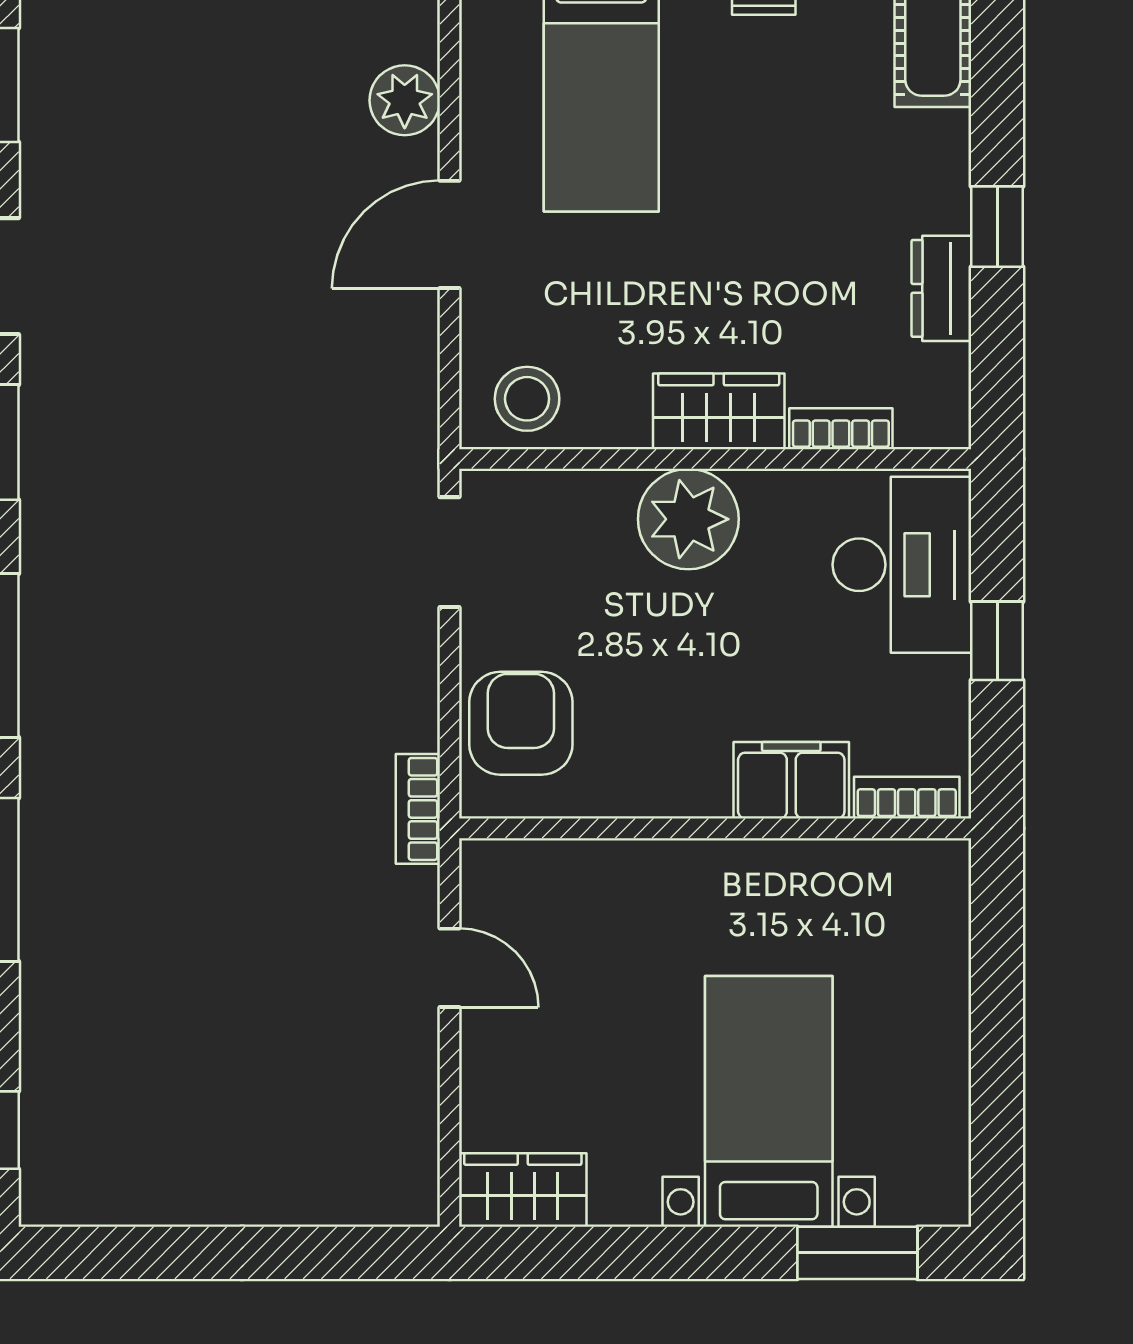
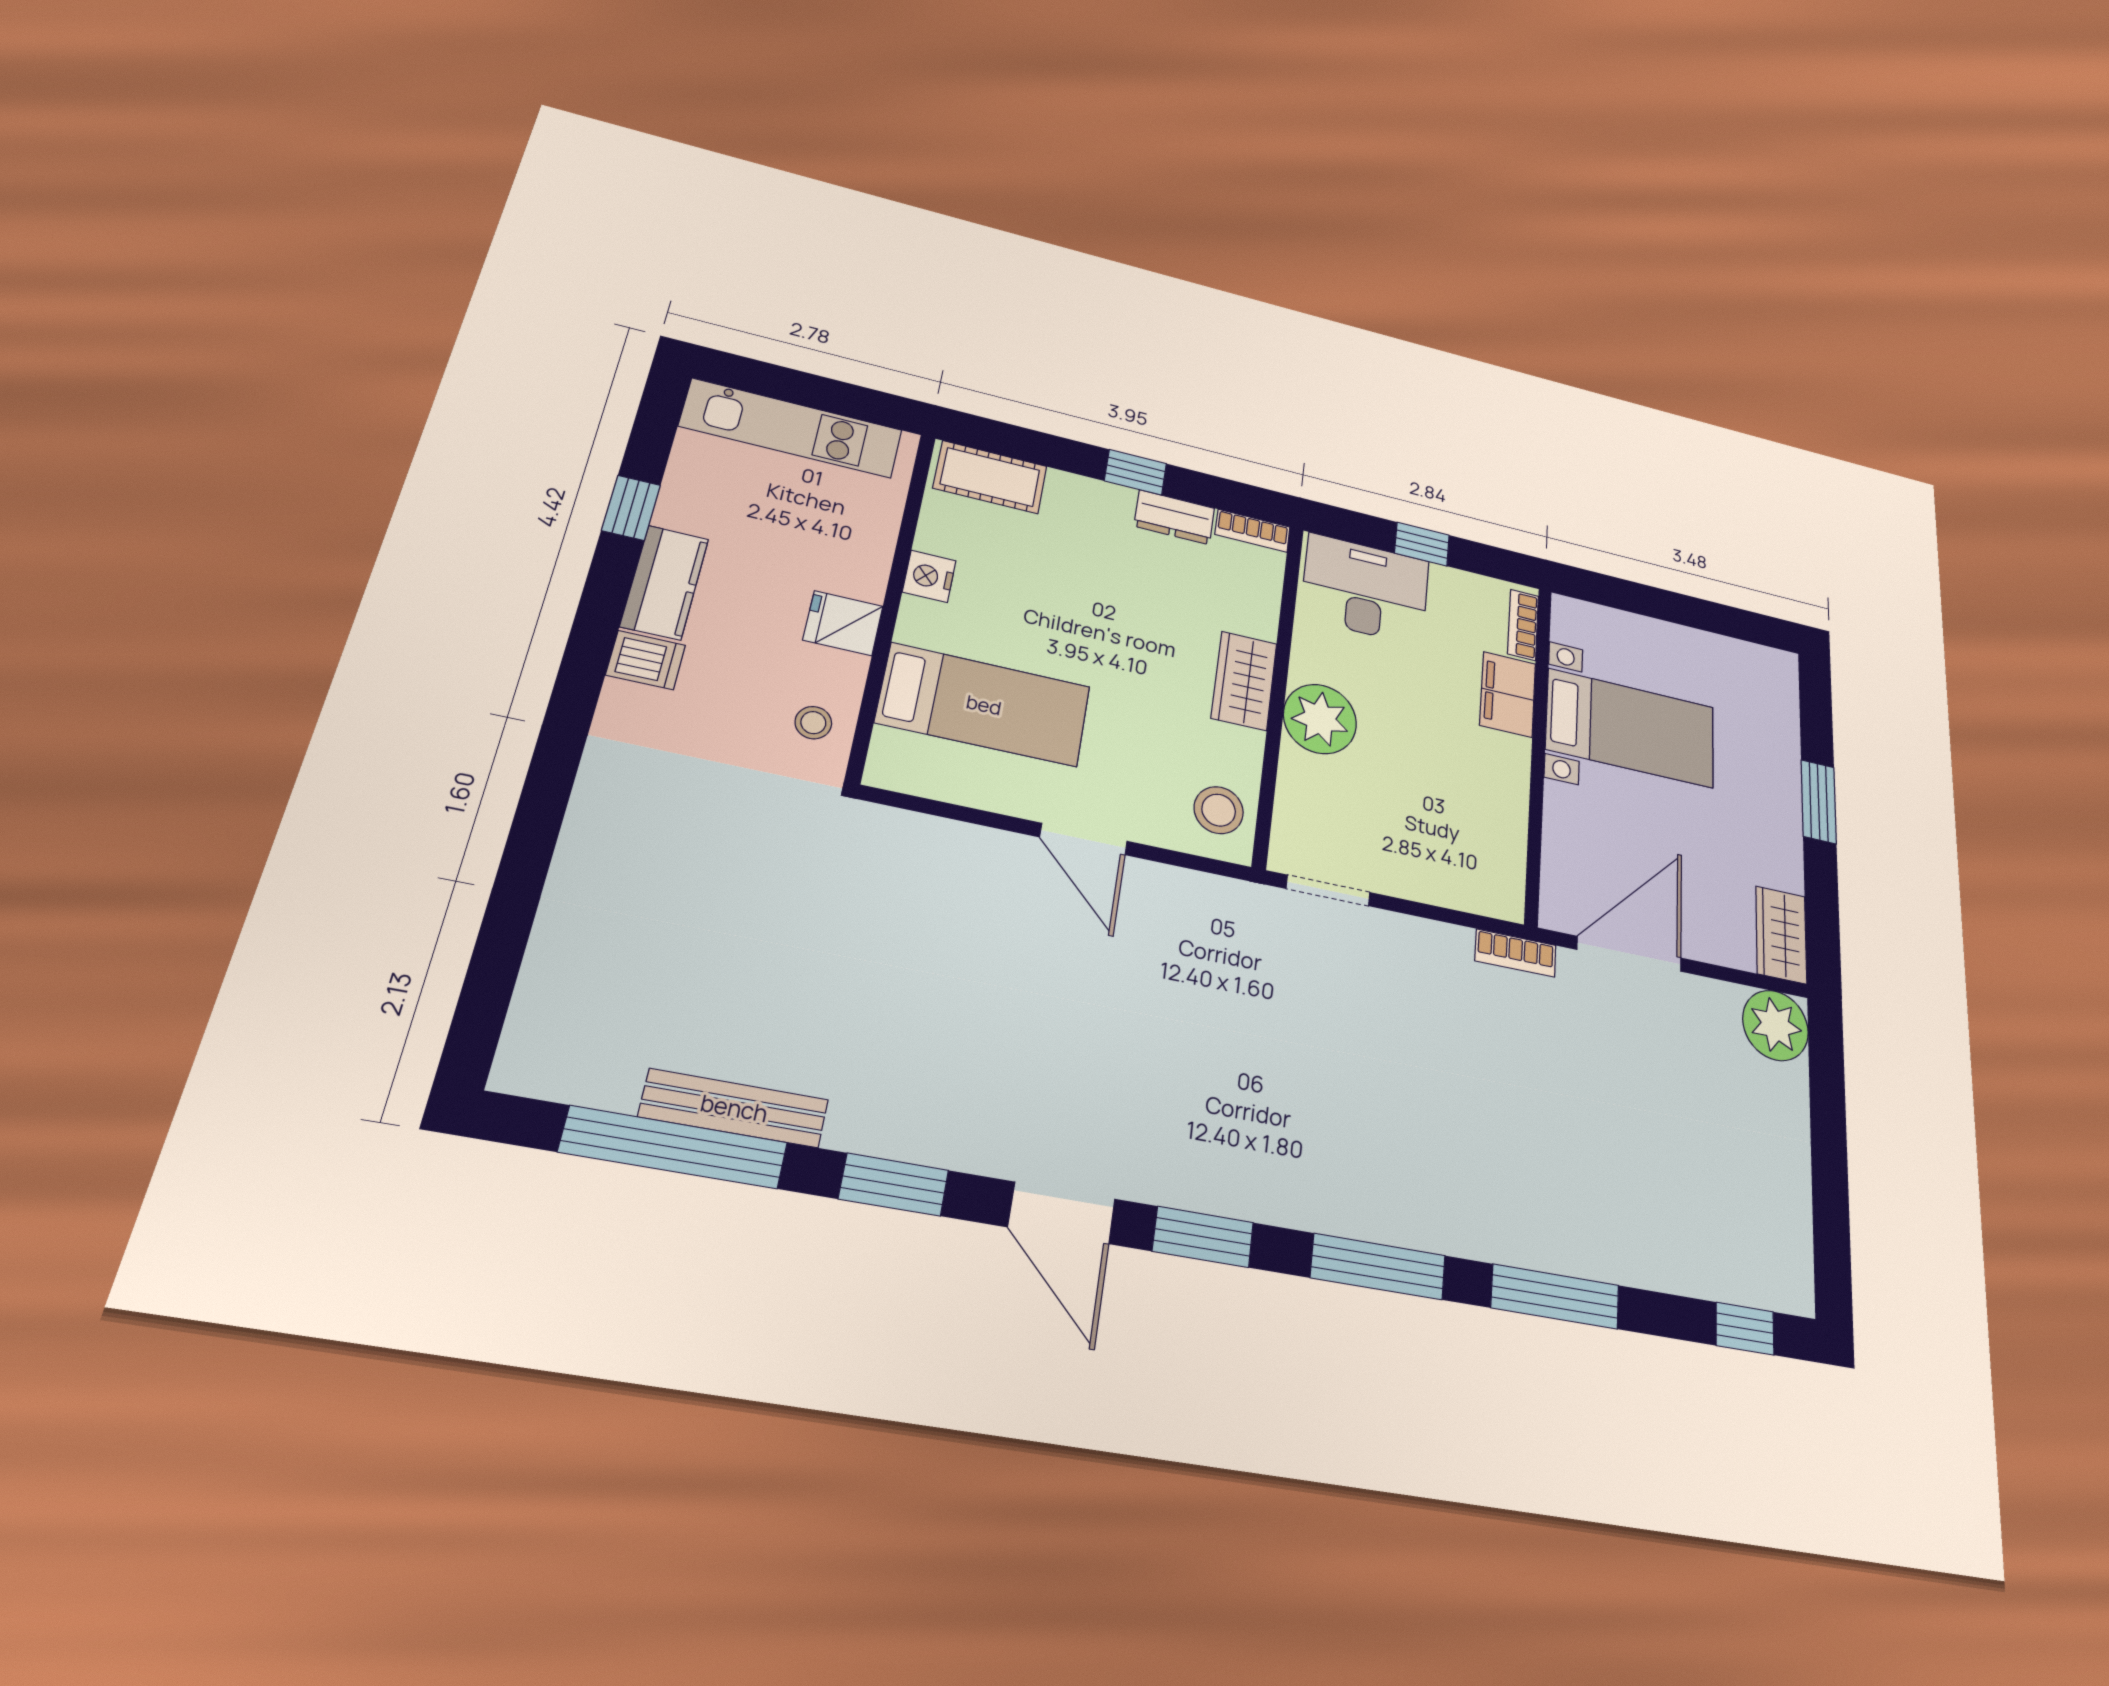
plant: (405, 100) -> (1776, 1025), moved, width x1.36, depth x1.36
bookcase: (841, 429) -> (1253, 531), moved, turned -90
armchair: (521, 723) -> (1458, 866), removed
door: (449, 968) -> (1629, 954), width x1.87
bed with nightstands: (769, 1101) -> (1631, 728), moved, turned 180
window: (857, 1253) -> (1819, 802), moved

